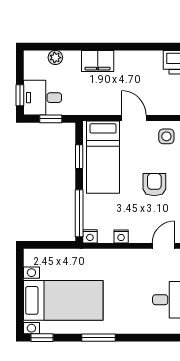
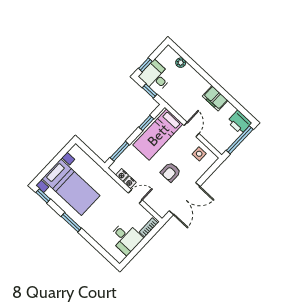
filing cabinet: (98, 61) -> (215, 98), moved
armchair: (154, 185) -> (171, 172), turned 180
window: (79, 213) -> (120, 151), width x0.69
nightstand: (90, 236) -> (122, 175), moved
door: (163, 246) -> (135, 196), moved

